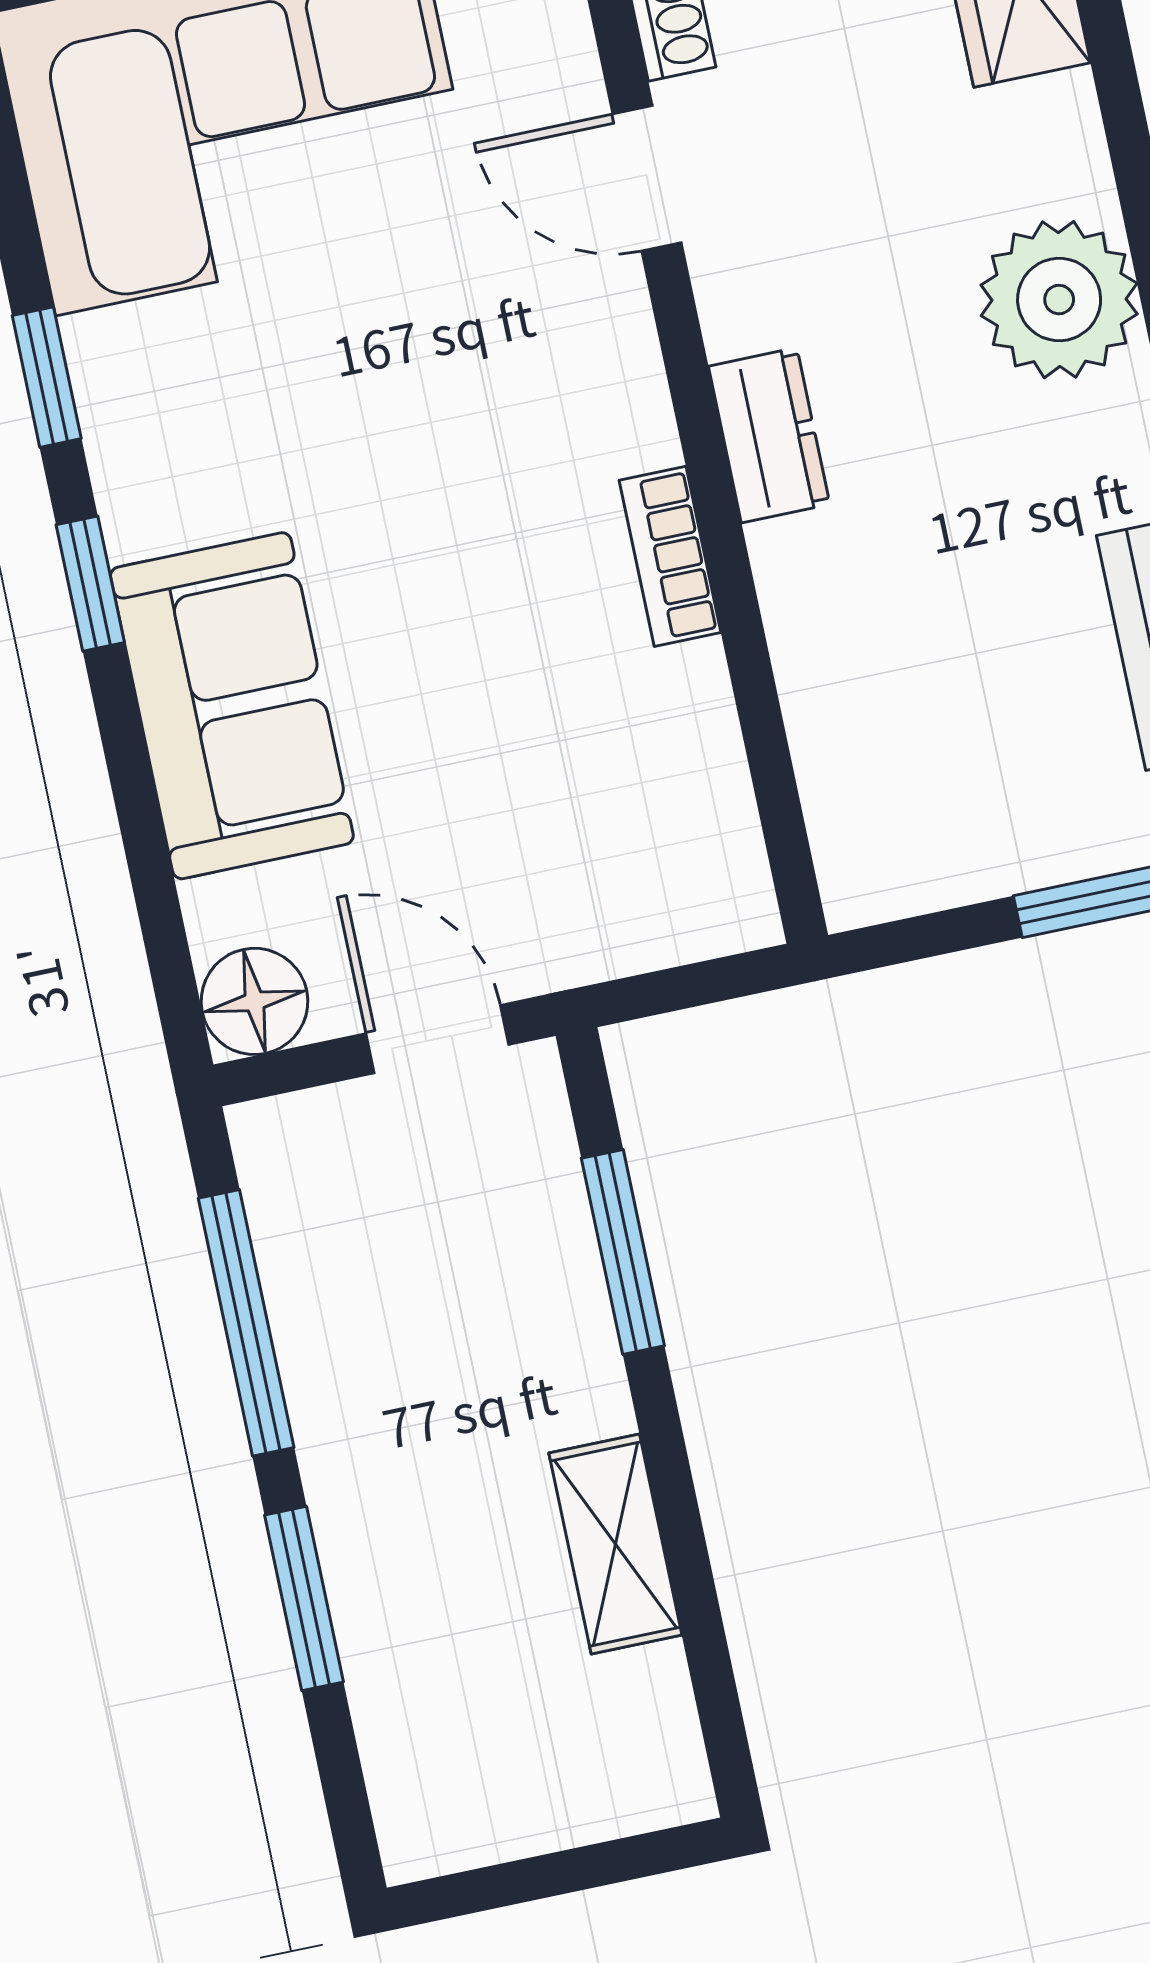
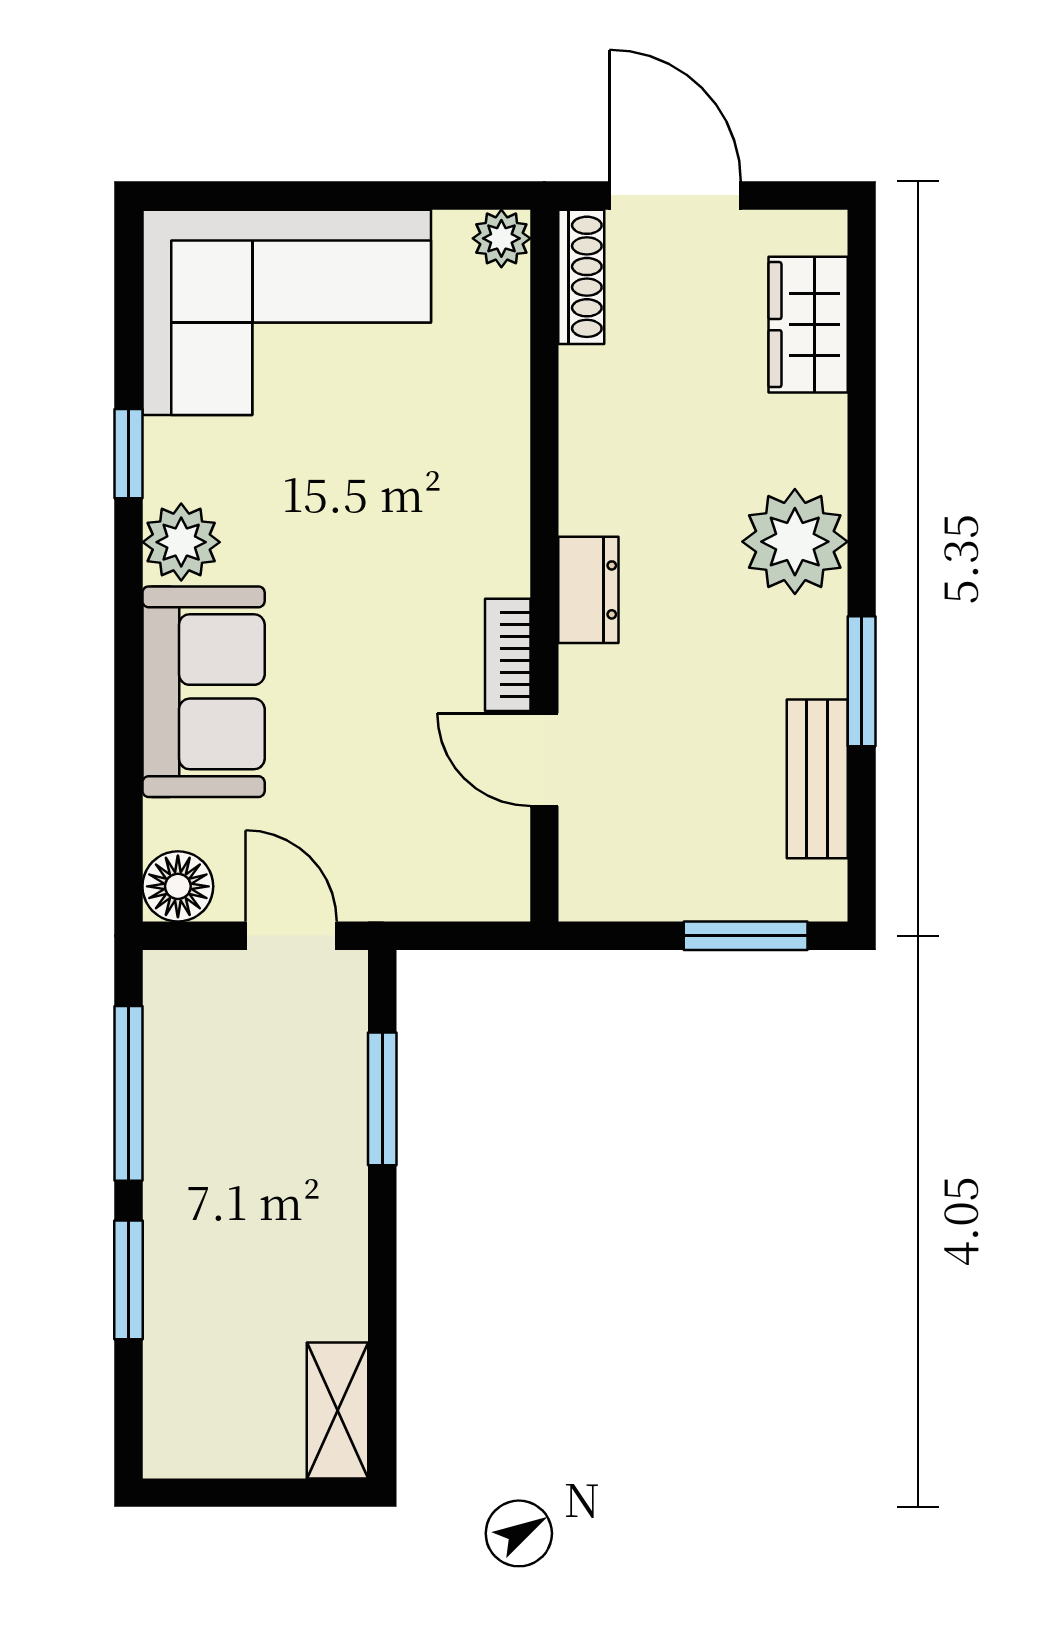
door: (647, 178) -> (544, 760), moved
plant: (152, 491) -> (181, 542), added
window: (90, 584) -> (128, 593), removed
shelving: (615, 1544) -> (338, 1410), moved

